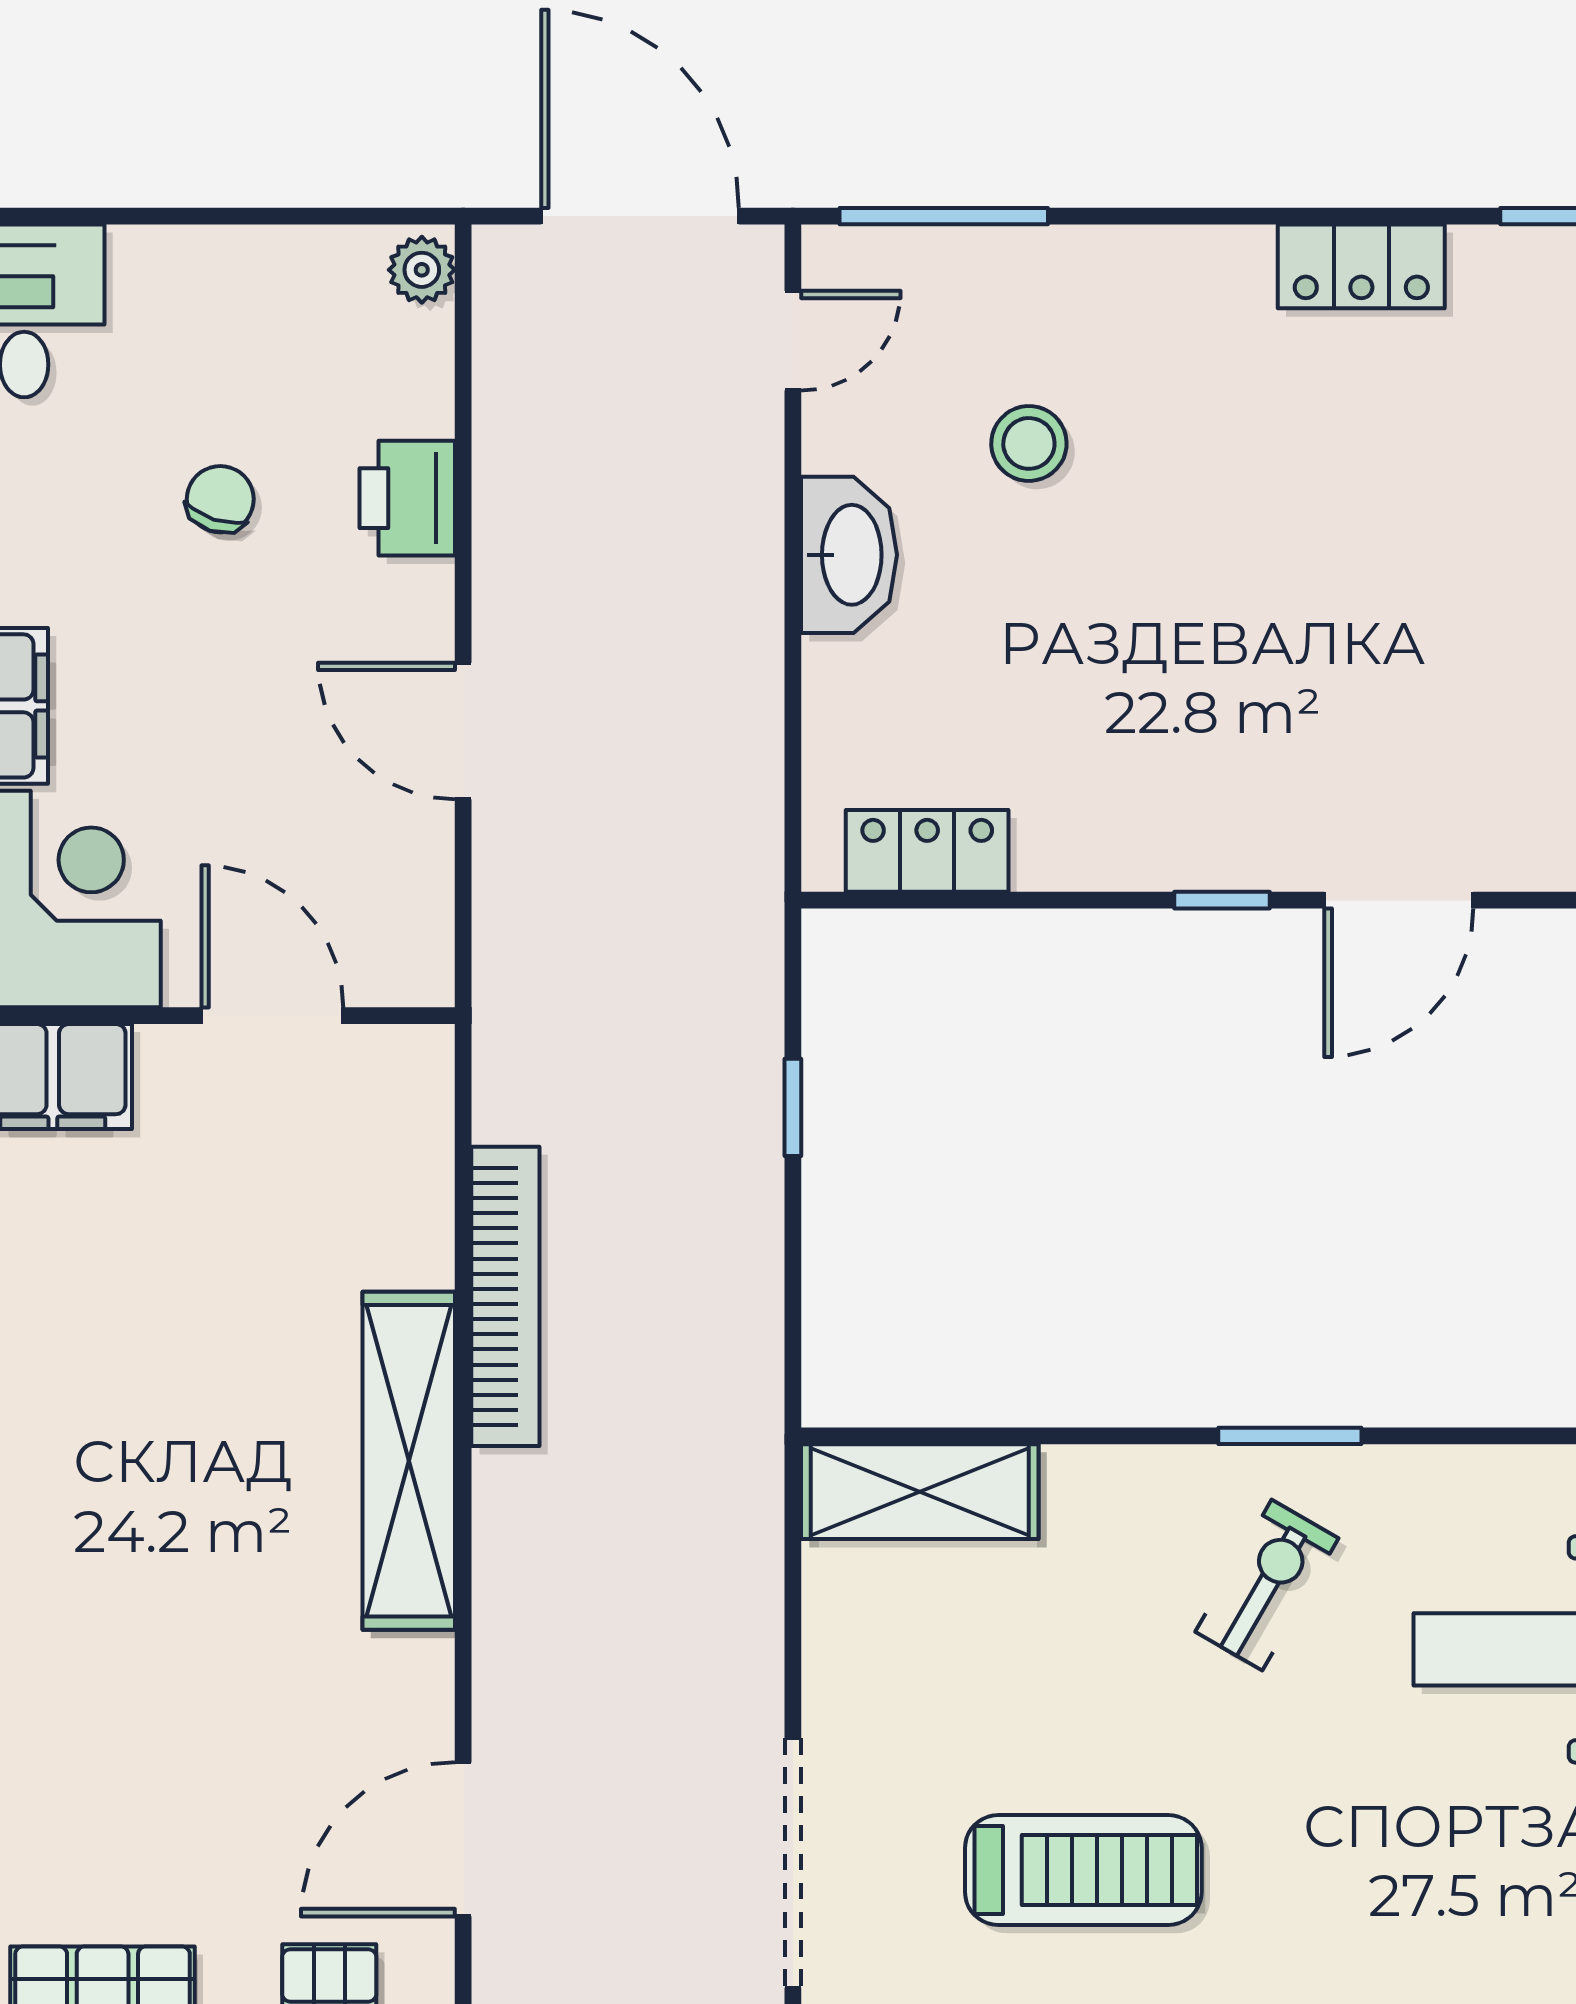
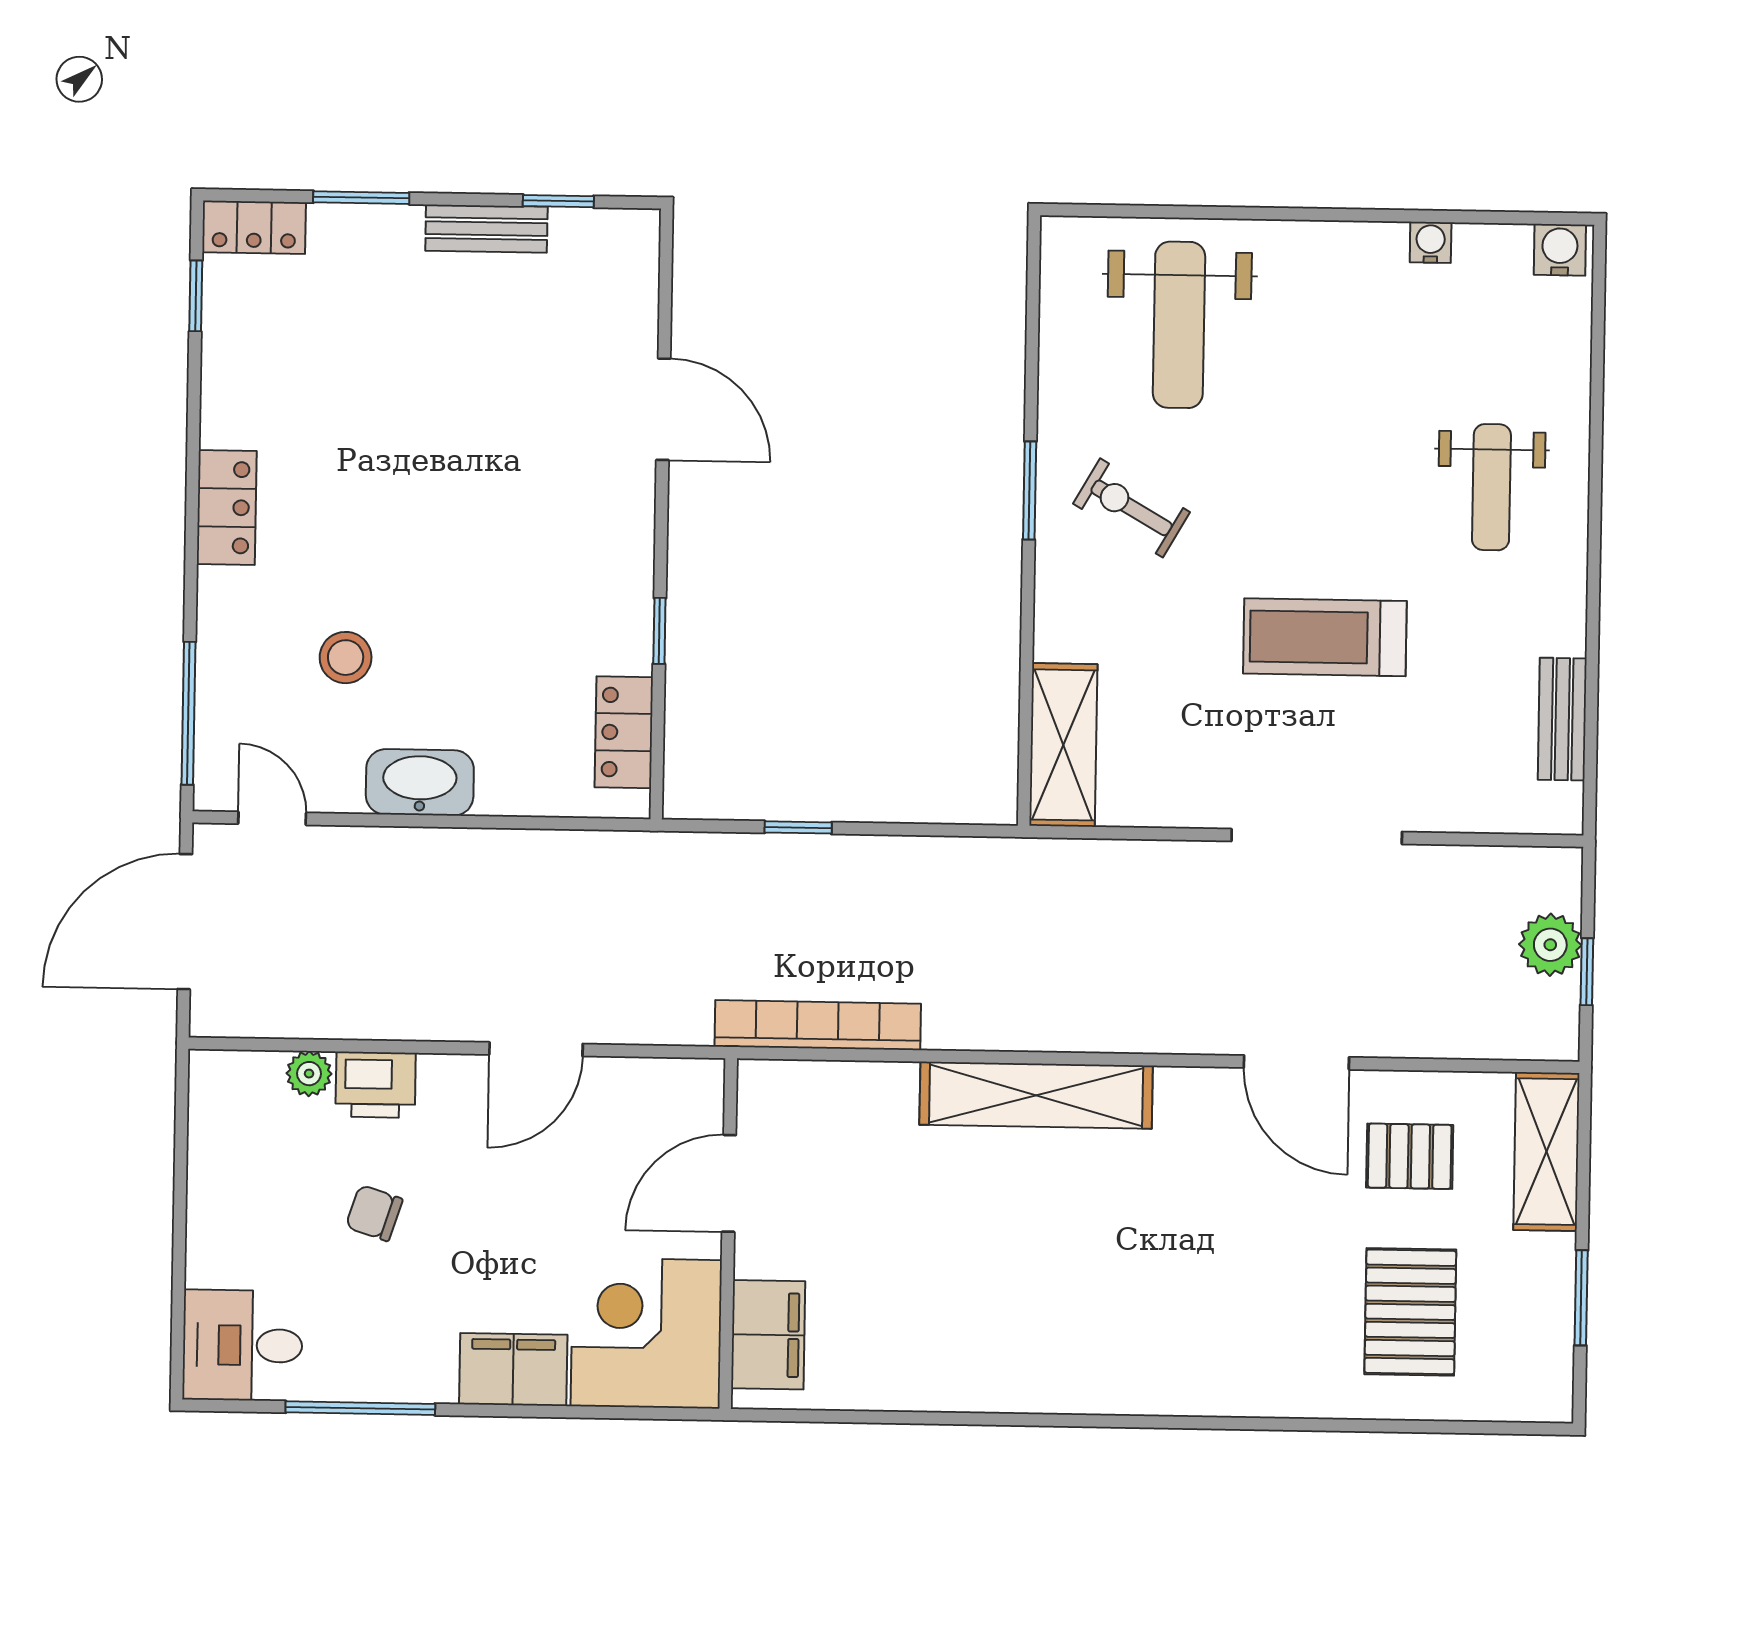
locker: (1361, 266) -> (227, 508), moved
plant: (422, 270) -> (309, 1074), moved
window: (1222, 900) -> (659, 631), moved
bookcase: (505, 1296) -> (818, 1025), moved
treadmill: (1083, 1870) -> (1325, 637), turned -90

